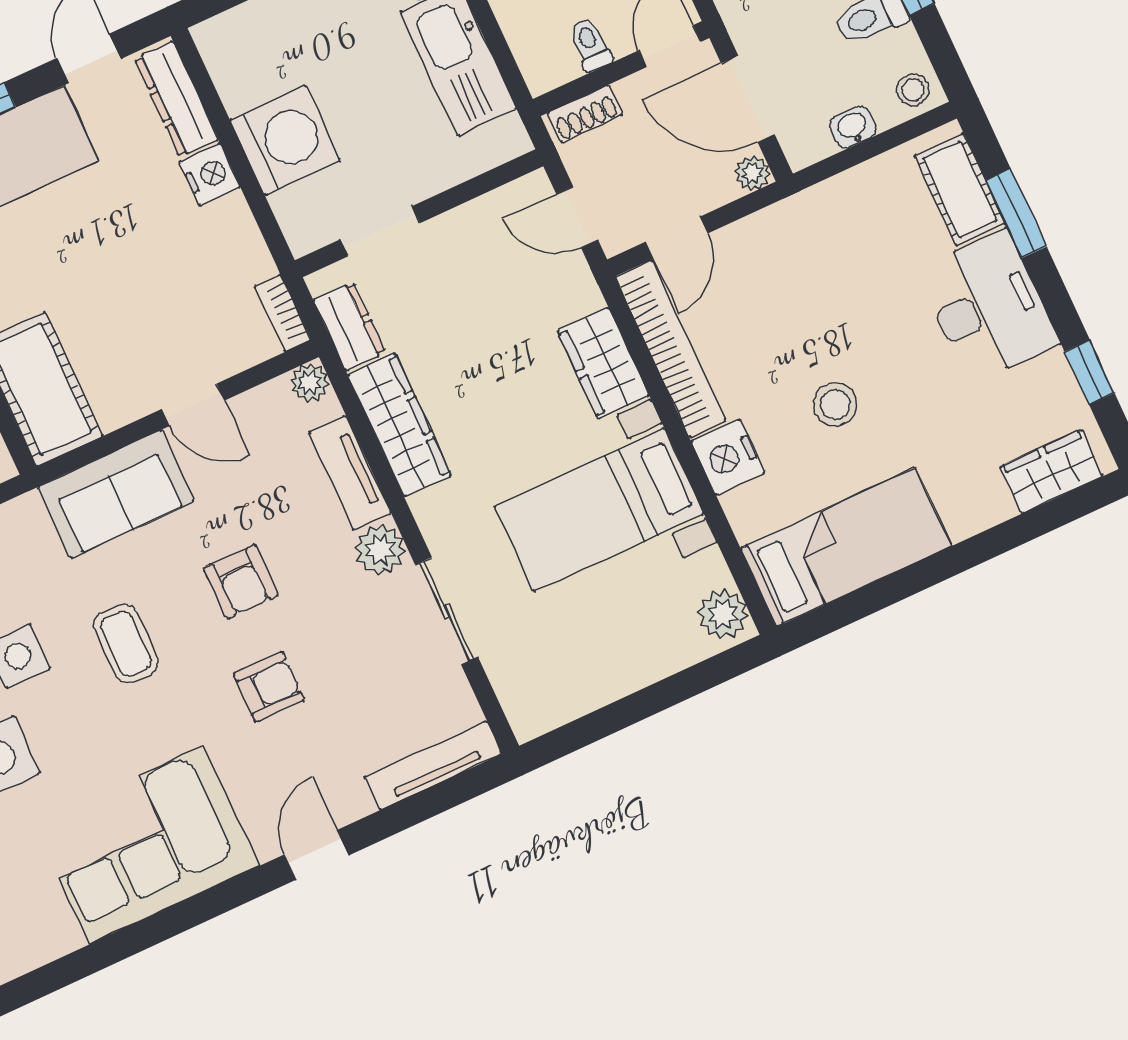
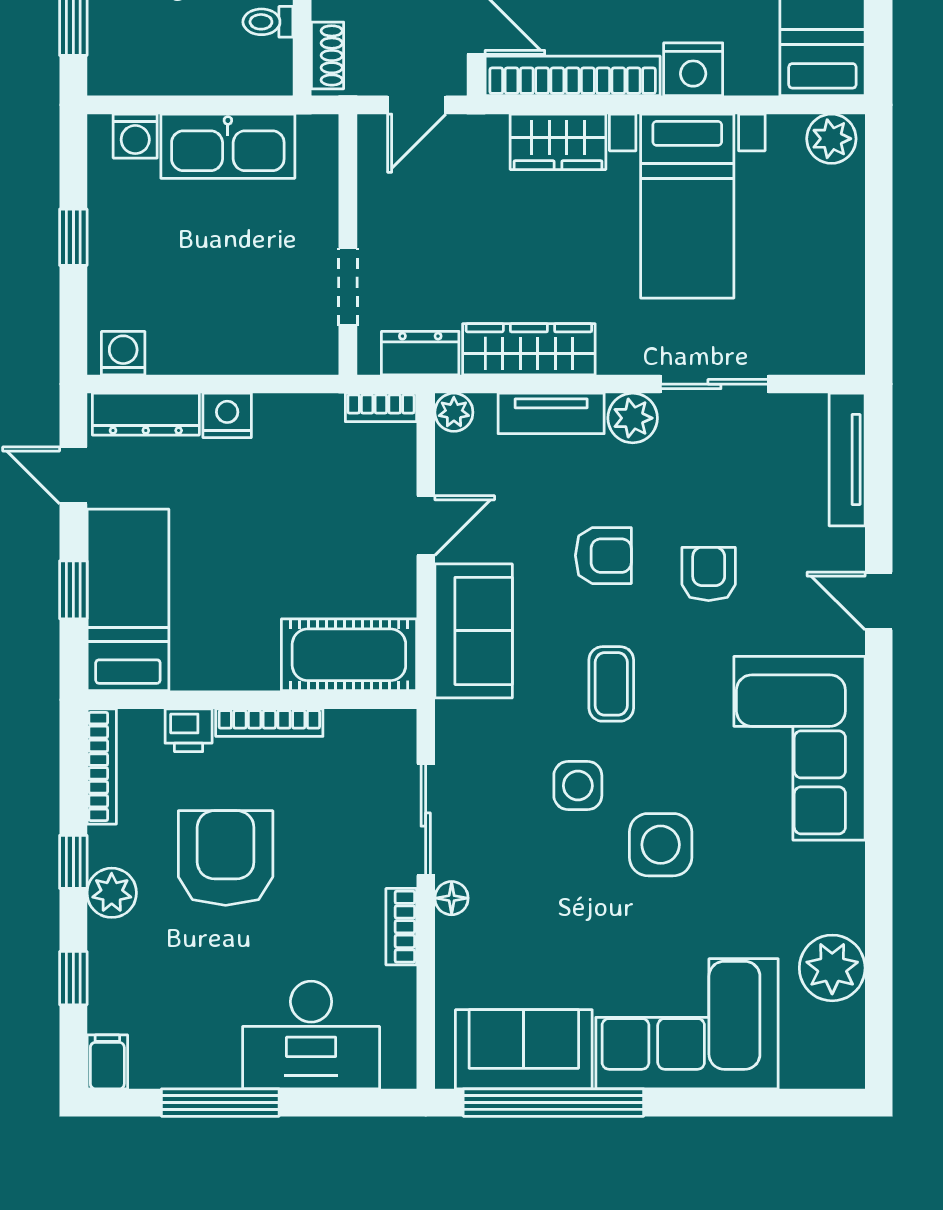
washing machine: (285, 140) -> (123, 353), moved, width x0.53, depth x0.53
coffee table: (126, 644) -> (611, 684), turned 90

